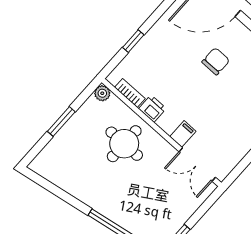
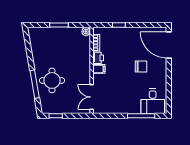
filing cabinet: (183, 134) -> (99, 69), moved
round table: (124, 144) -> (52, 80), moved

